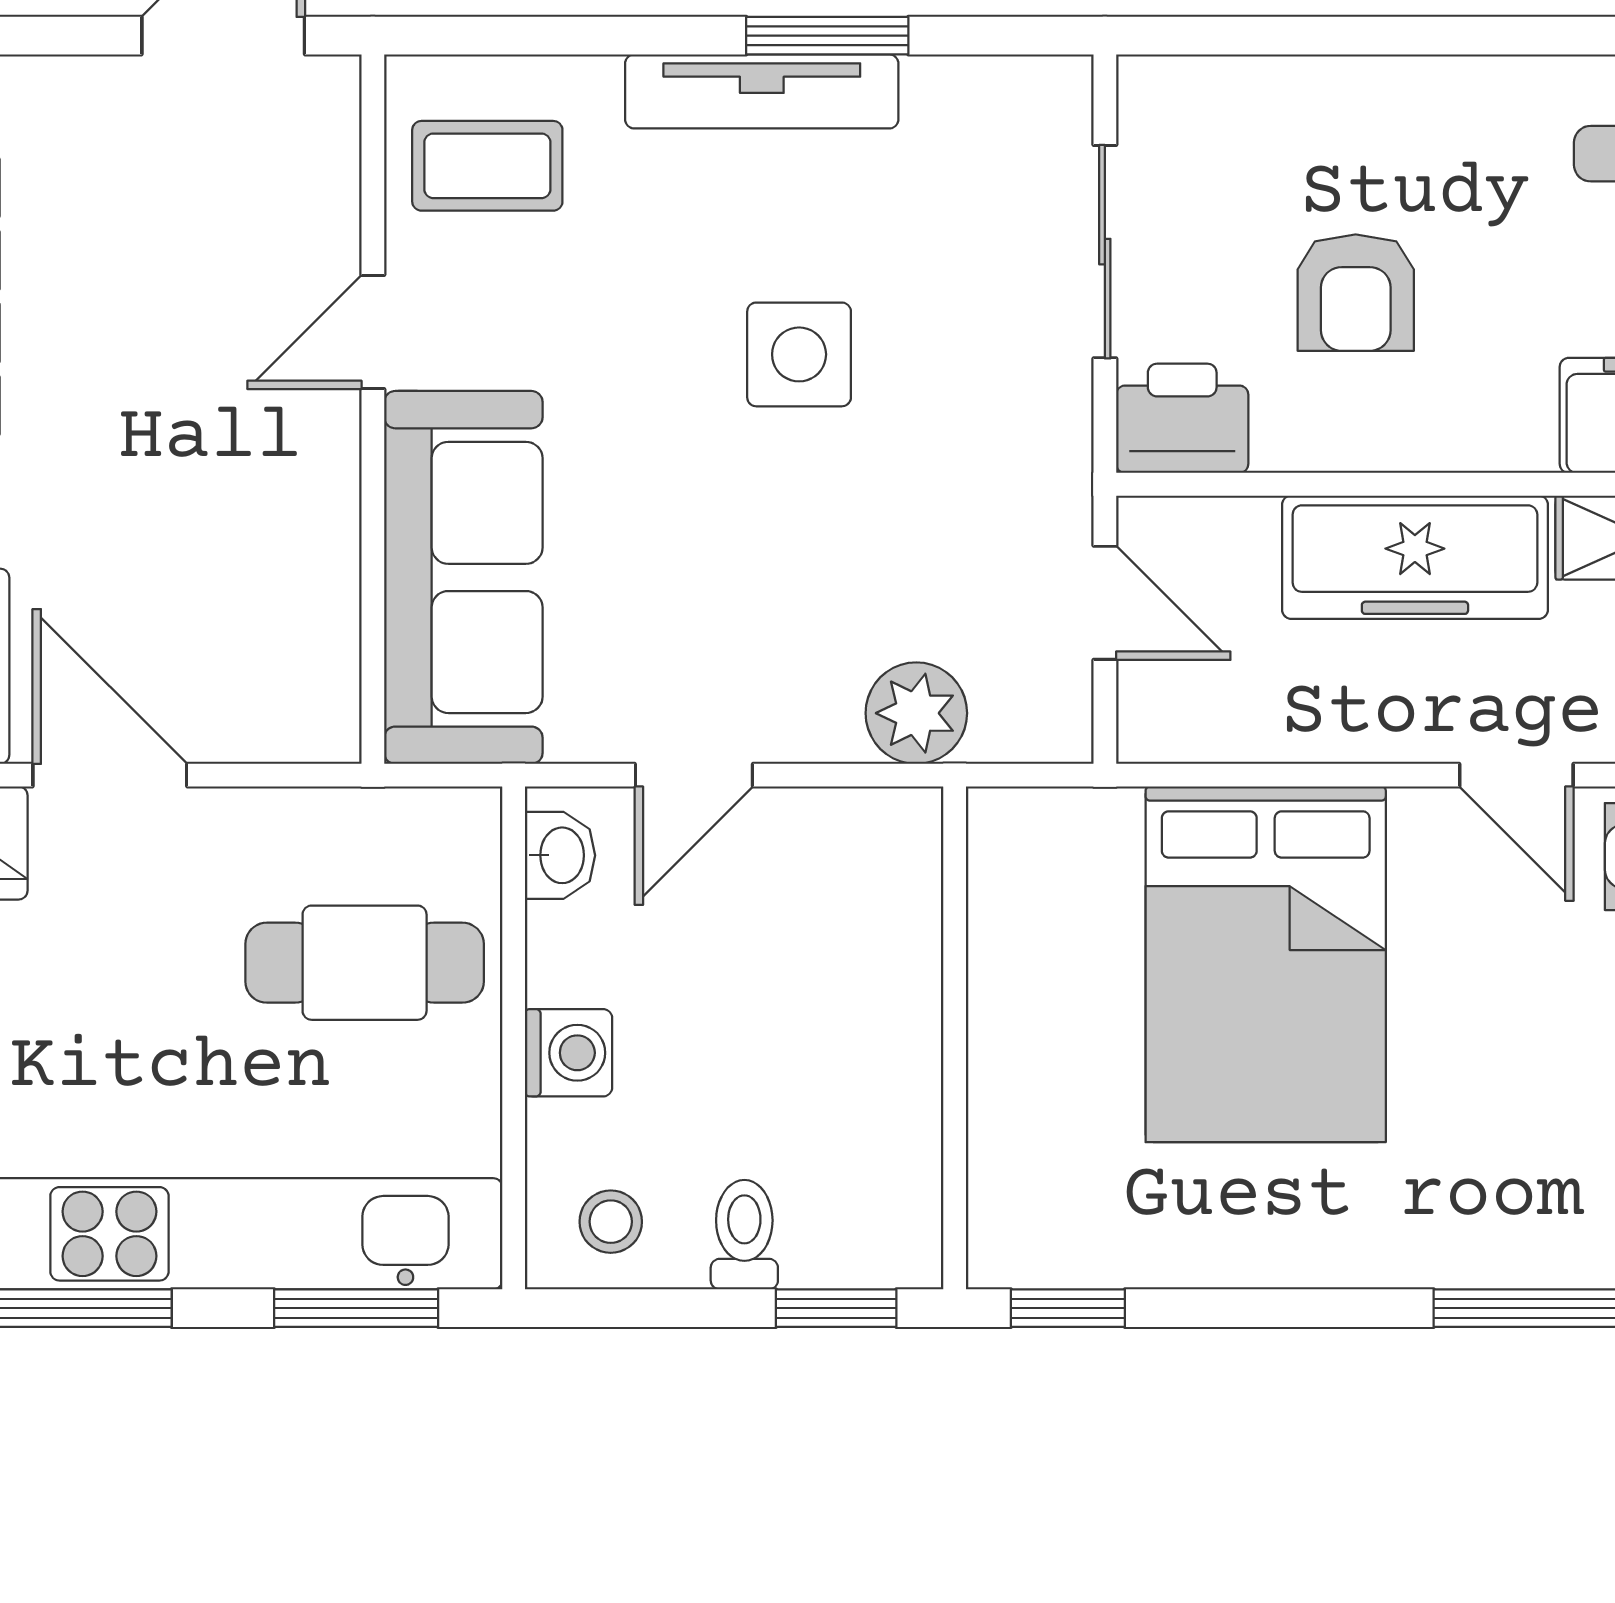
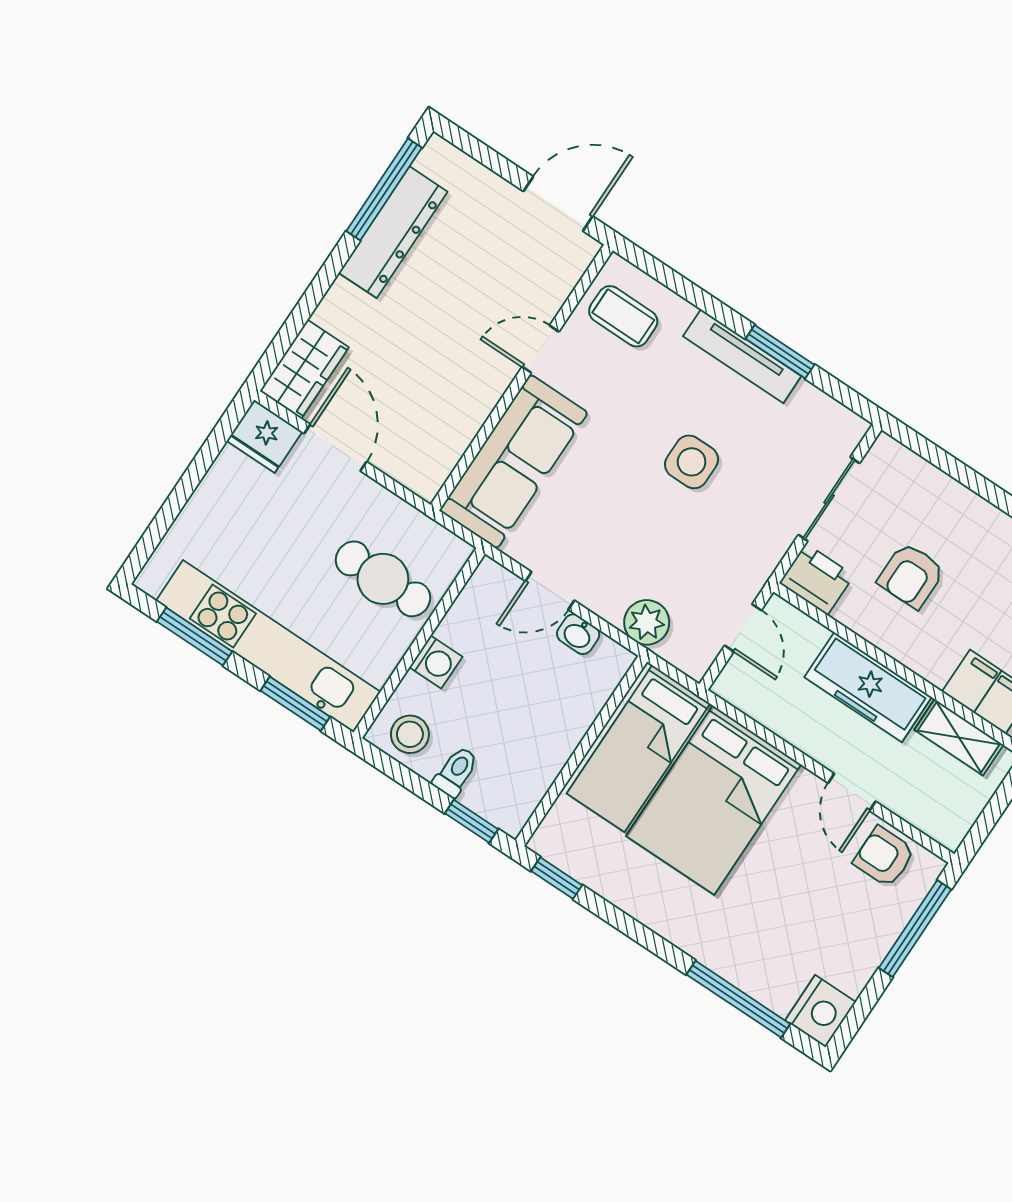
washbasin: (560, 855) -> (578, 634), moved, turned 90
bed: (1059, 961) -> (638, 749), added
stool: (611, 1222) -> (410, 734), width x1.37, depth x1.37

